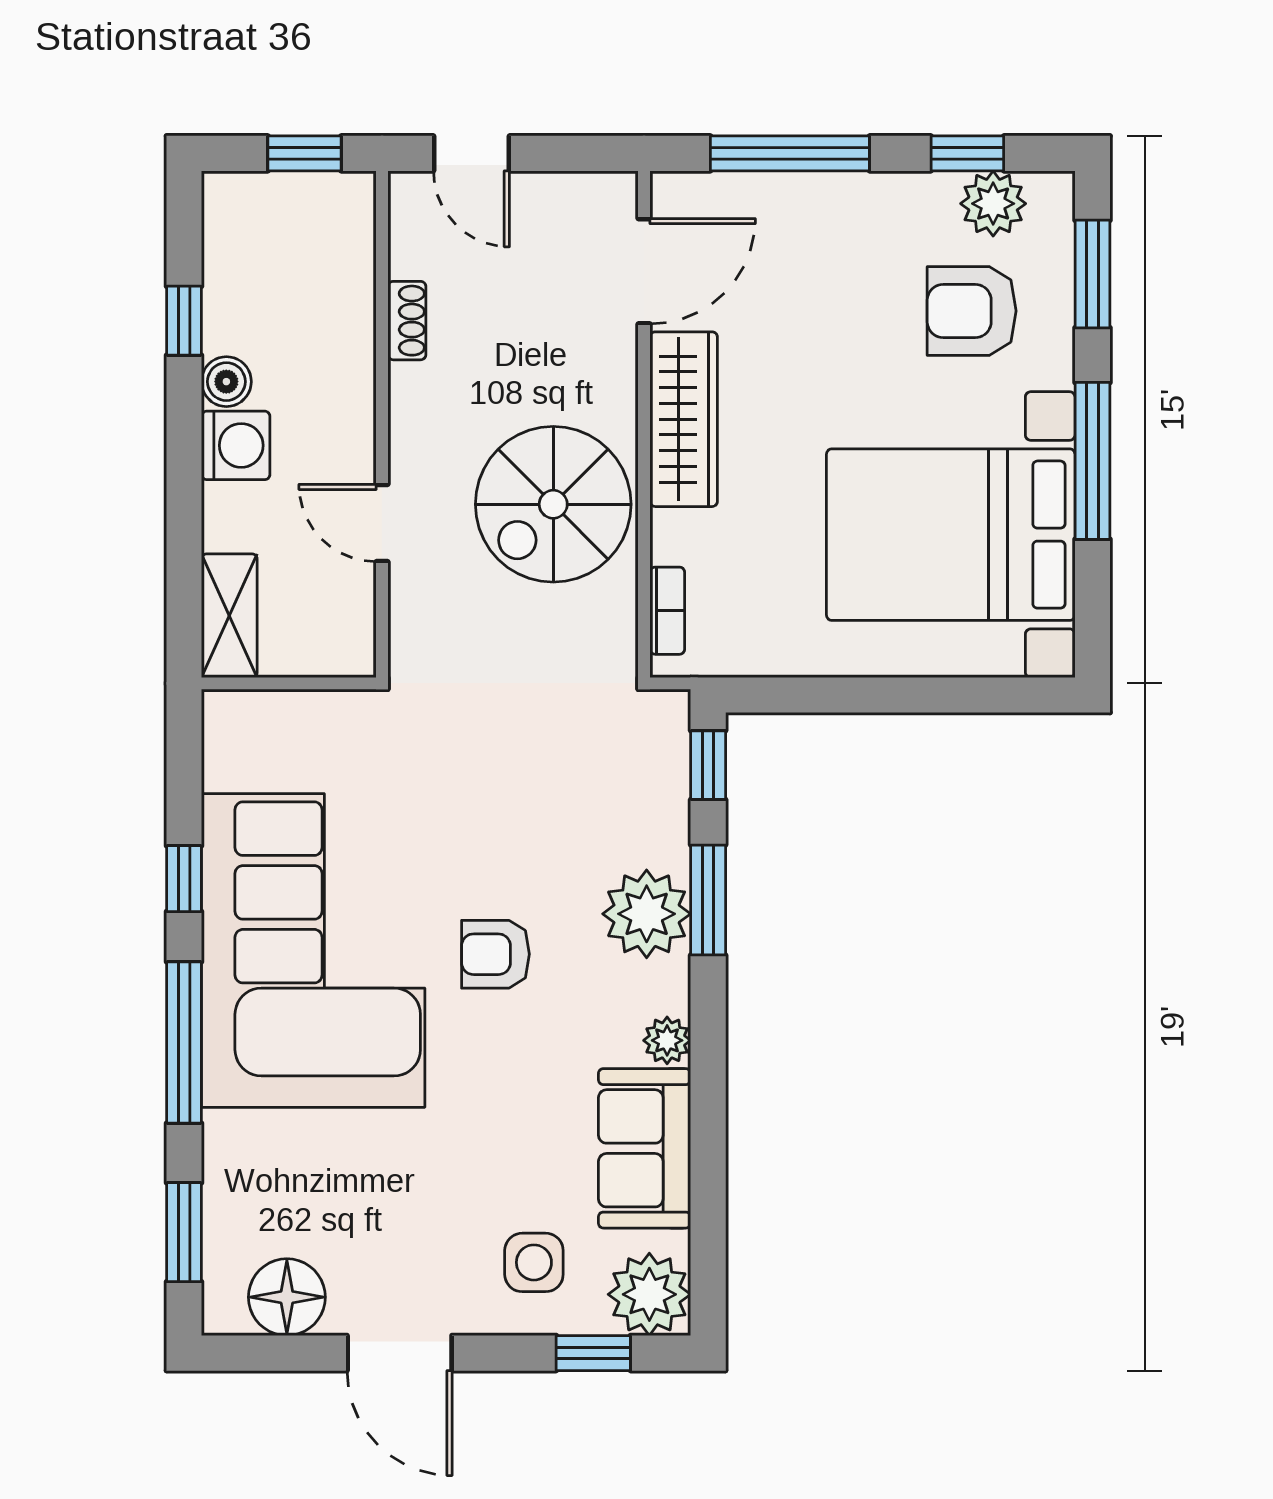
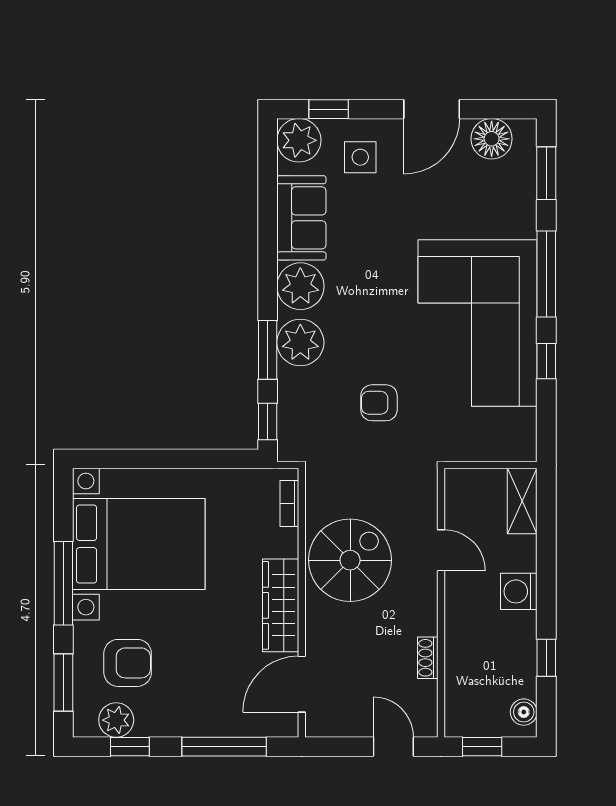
boiler: (226, 382) -> (524, 712), moved
armchair: (495, 954) -> (379, 403), moved, turned 180
plant: (667, 1040) -> (300, 286), width x1.88, depth x1.88
door: (400, 1353) -> (432, 109), swing flipped

